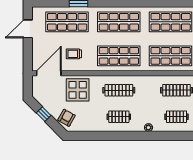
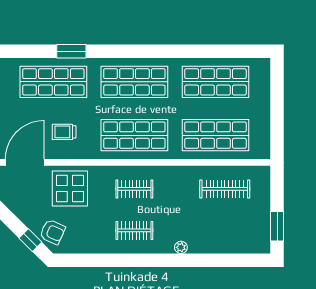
clothes rail: (119, 90) -> (134, 189), width x0.73
window: (44, 114) -> (30, 240), moved
clothes rail: (176, 117) -> (225, 230), removed
armchair: (67, 118) -> (52, 232), turned 85

